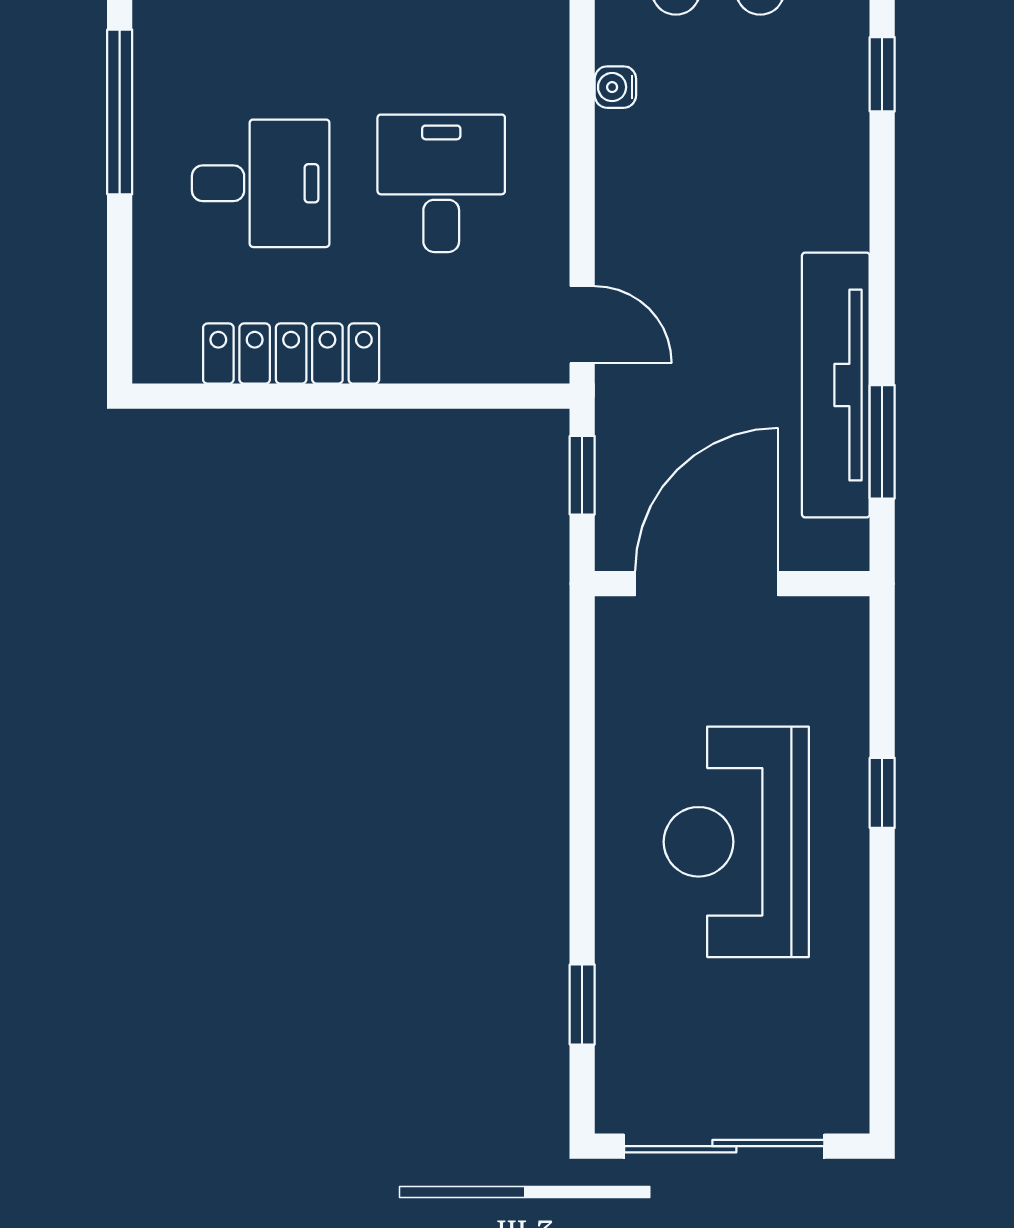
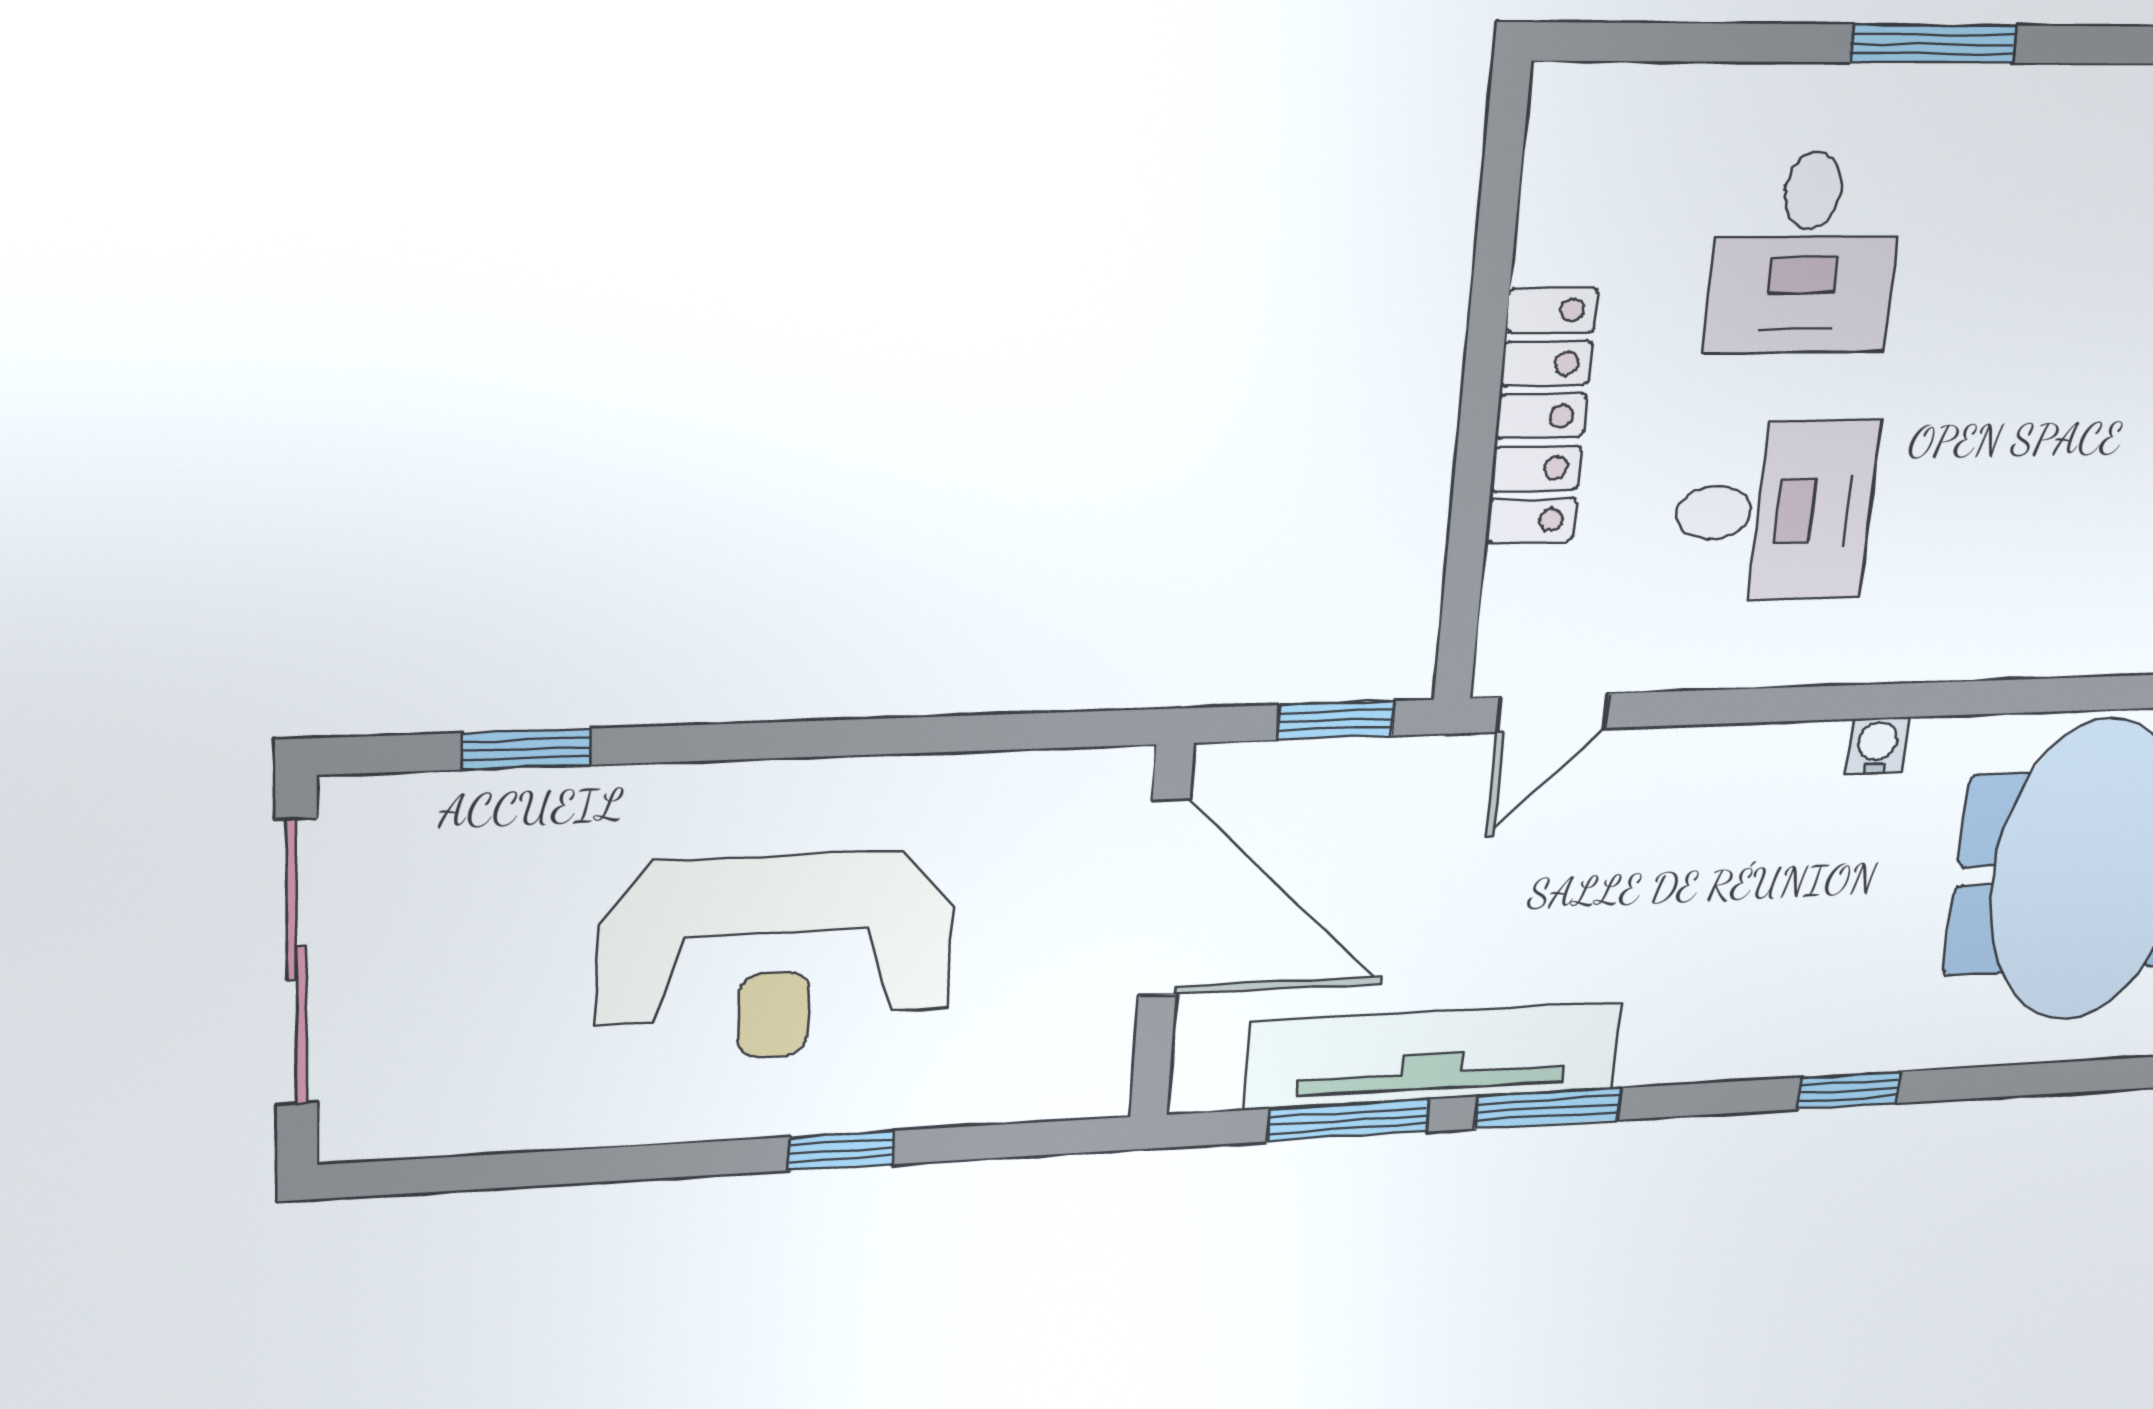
window: (120, 112) -> (1934, 44), width x0.69
window: (882, 298) -> (1548, 1108), added
locker: (291, 354) -> (1541, 416), moved
reception desk: (736, 842) -> (775, 957), turned 180

